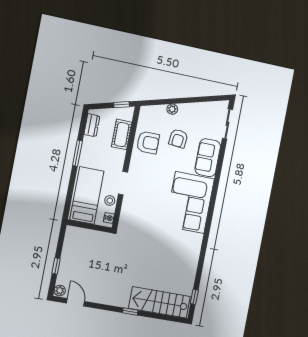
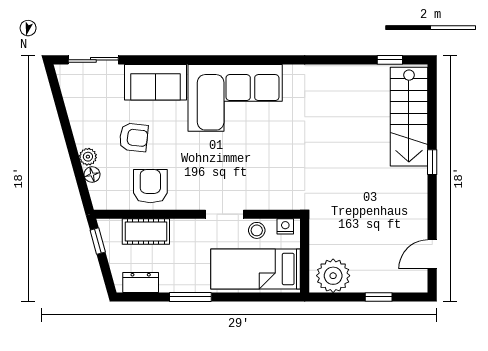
floor lamp: (161, 109) -> (92, 175), added
plant: (60, 291) -> (333, 276), moved, width x1.87, depth x1.87

